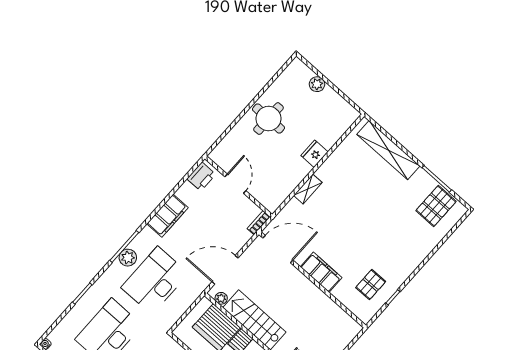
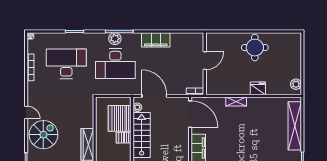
plant: (317, 84) -> (296, 84), moved
printer: (201, 177) -> (192, 39), removed
desk: (155, 281) -> (115, 64), turned 180

